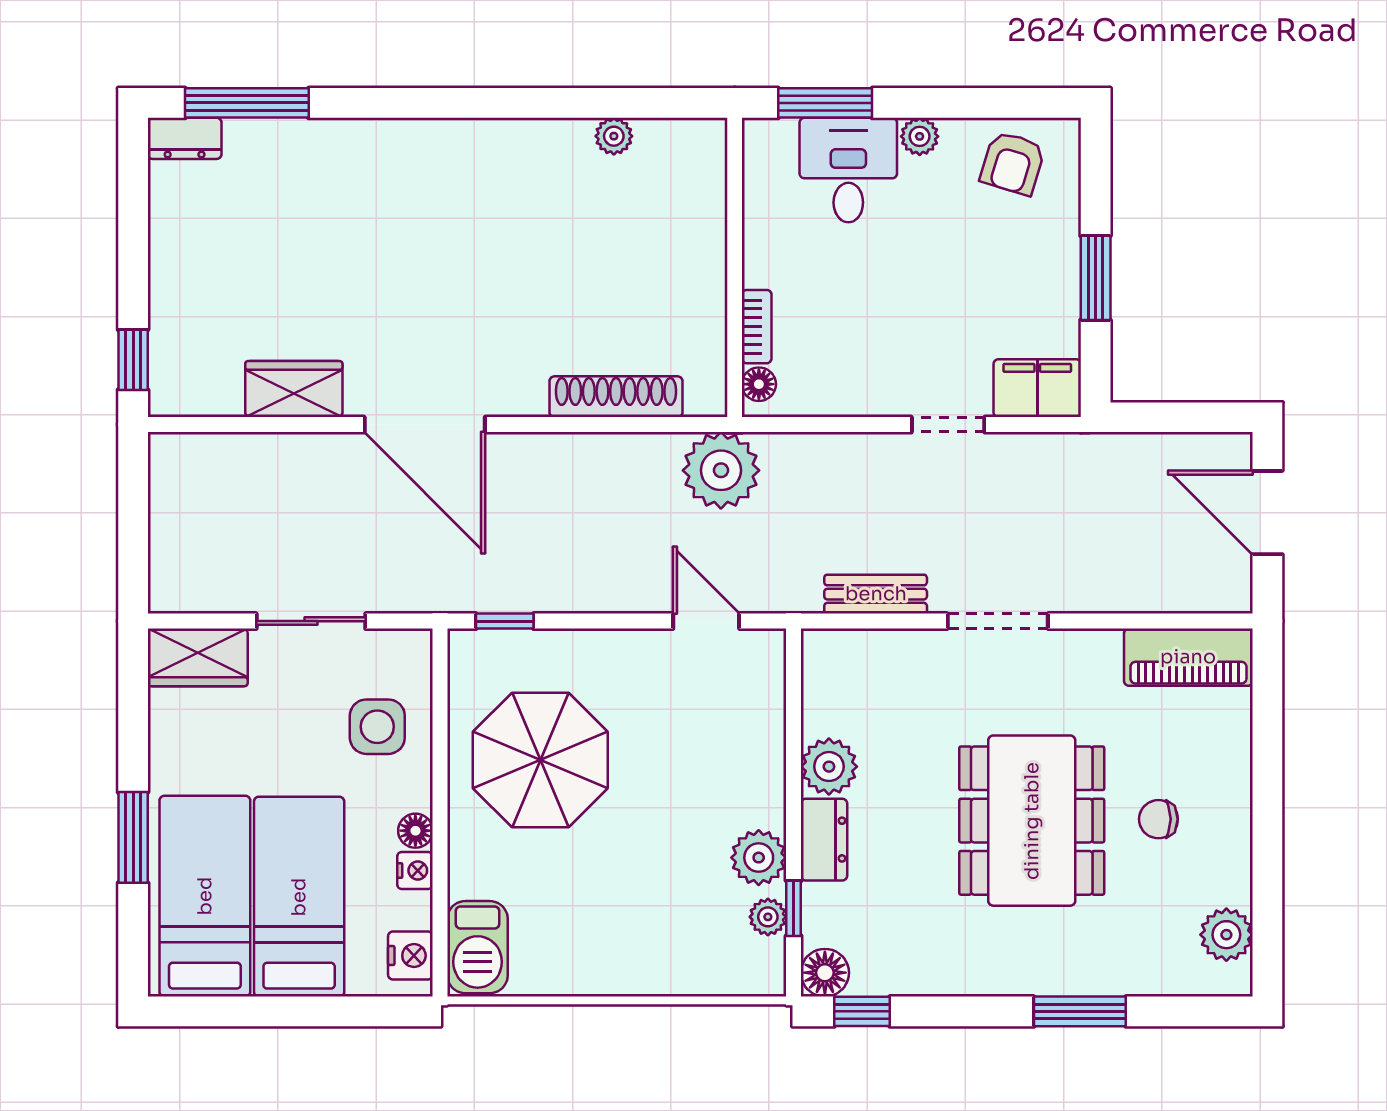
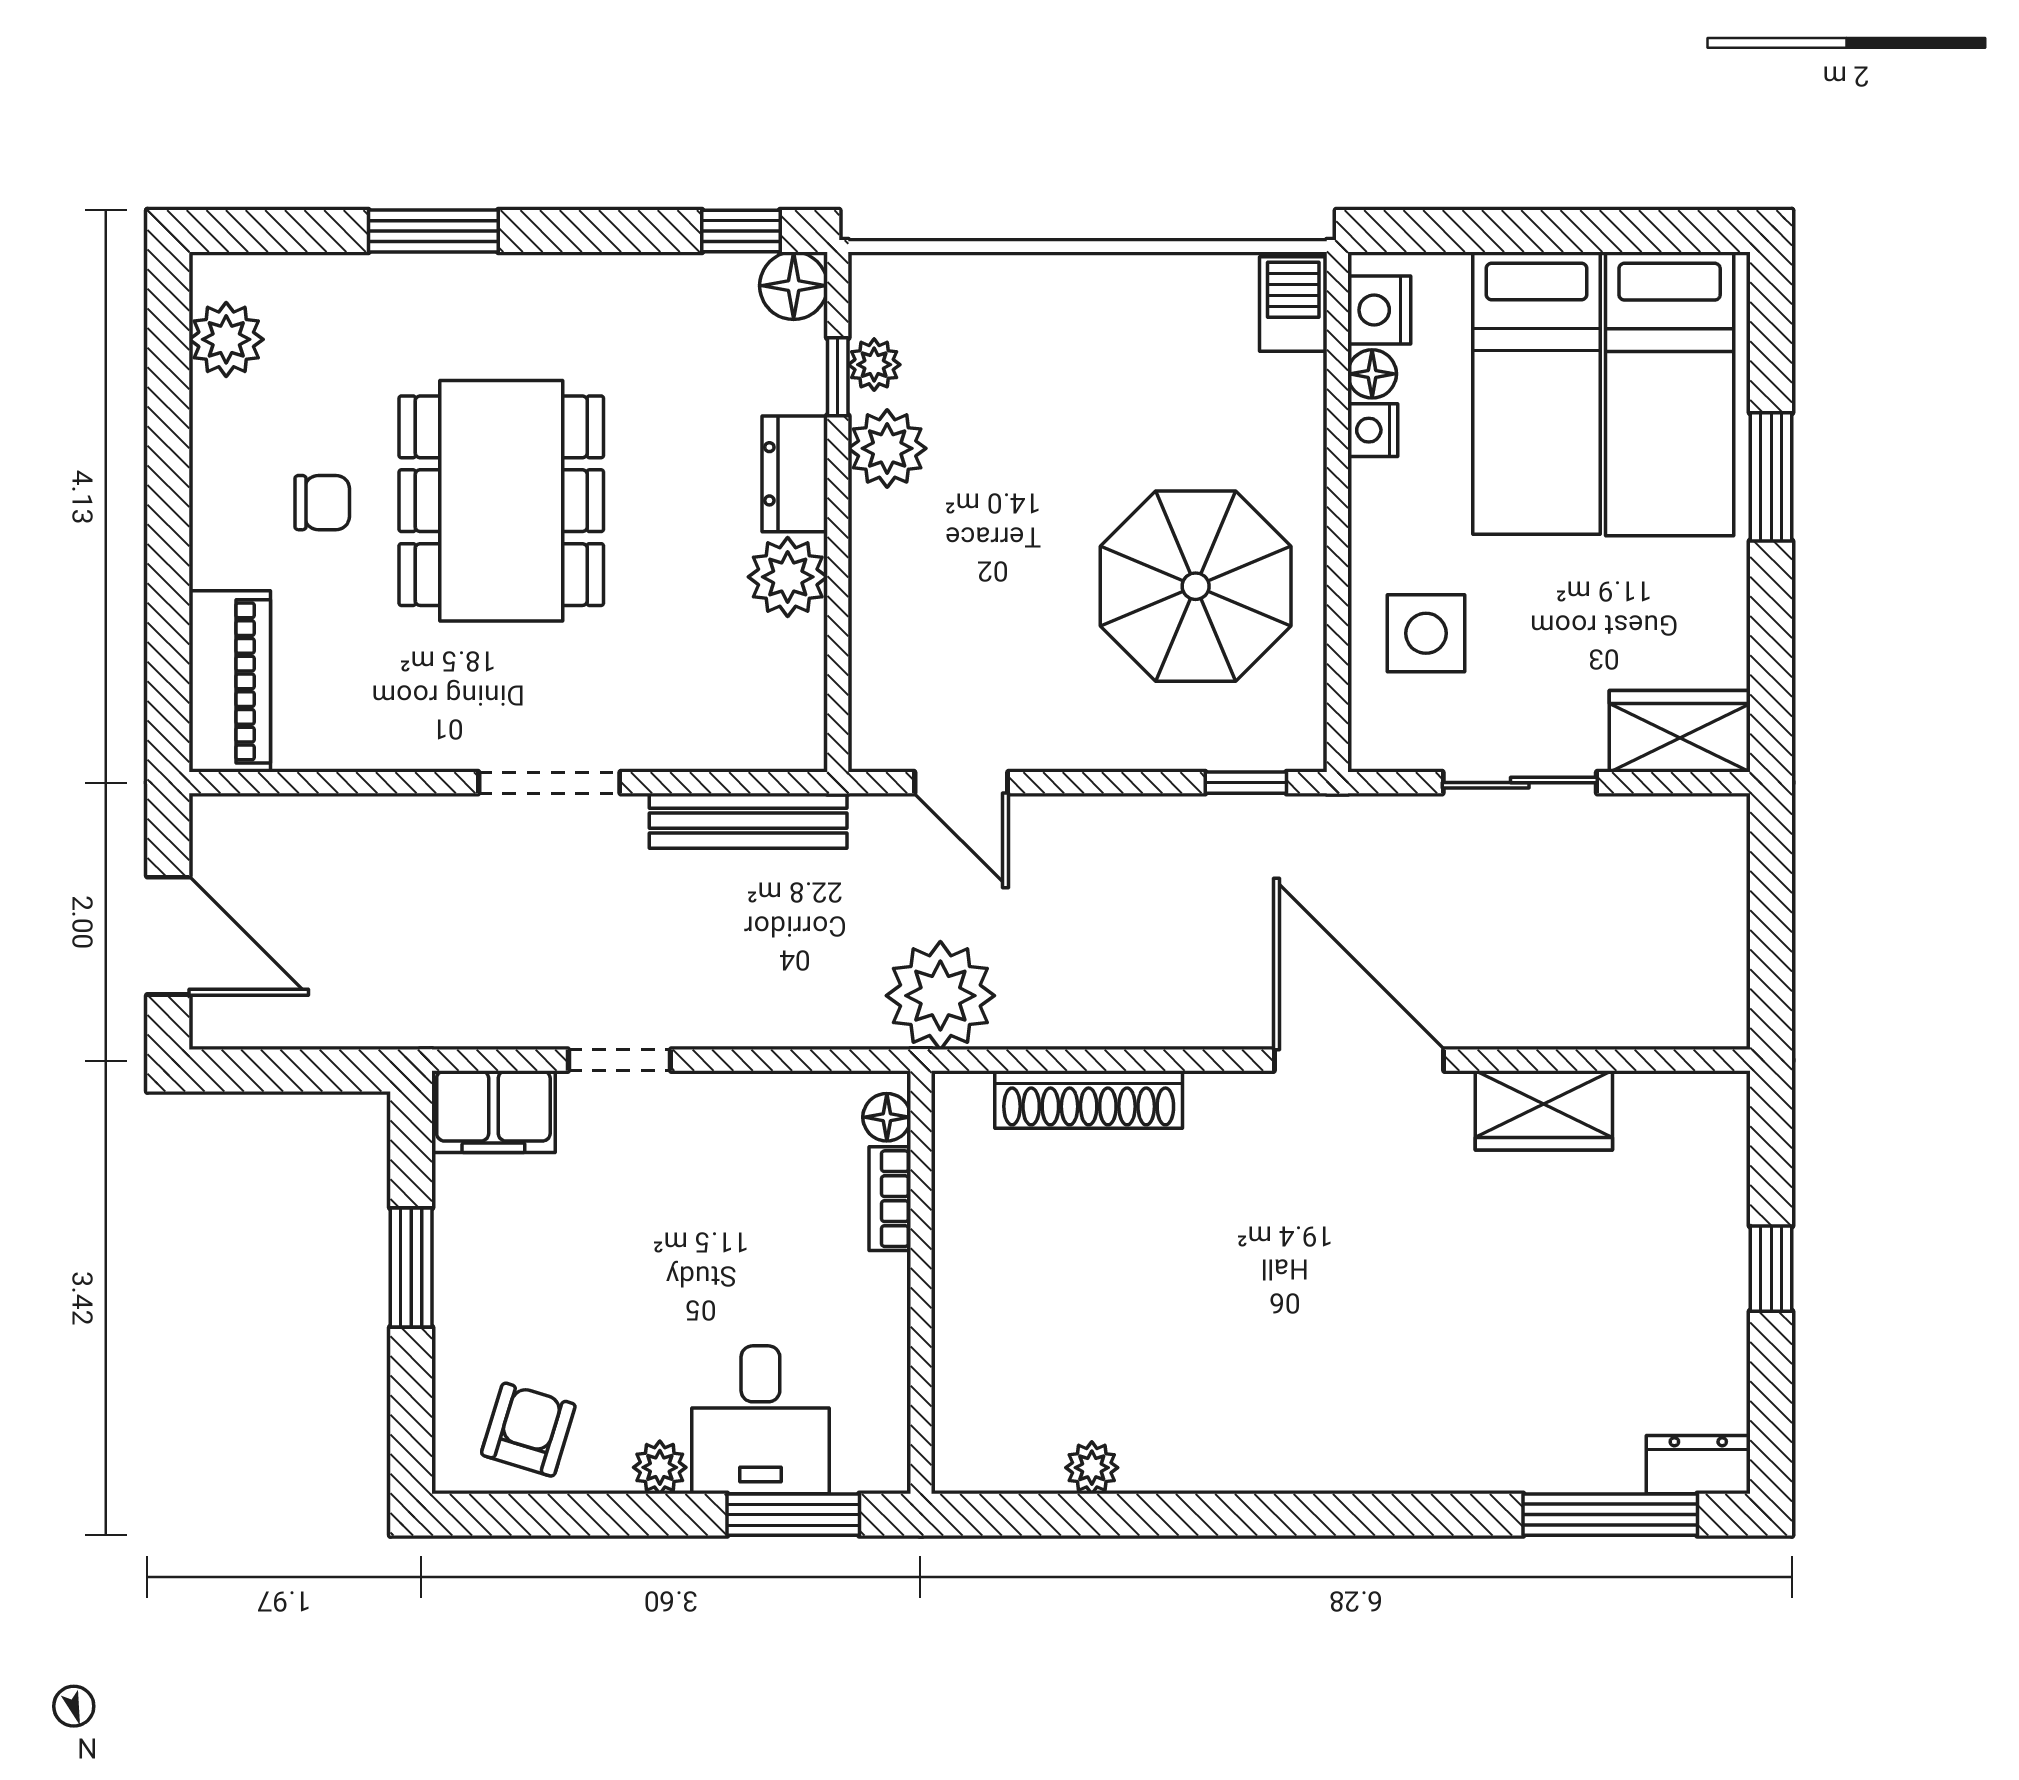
window: (133, 360) -> (1771, 1269), moved
bench: (876, 594) -> (748, 821), width x1.36
piano: (1188, 657) -> (230, 681), moved, turned 90
floor lamp: (415, 831) -> (1372, 374), moved
barbecue: (478, 947) -> (1293, 304), width x0.73, depth x0.79

